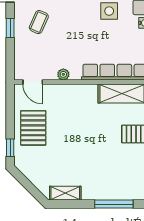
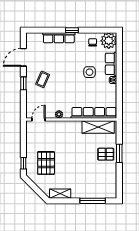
door: (33, 82) -> (39, 119), swing flipped
pallet: (33, 128) -> (46, 163), moved

